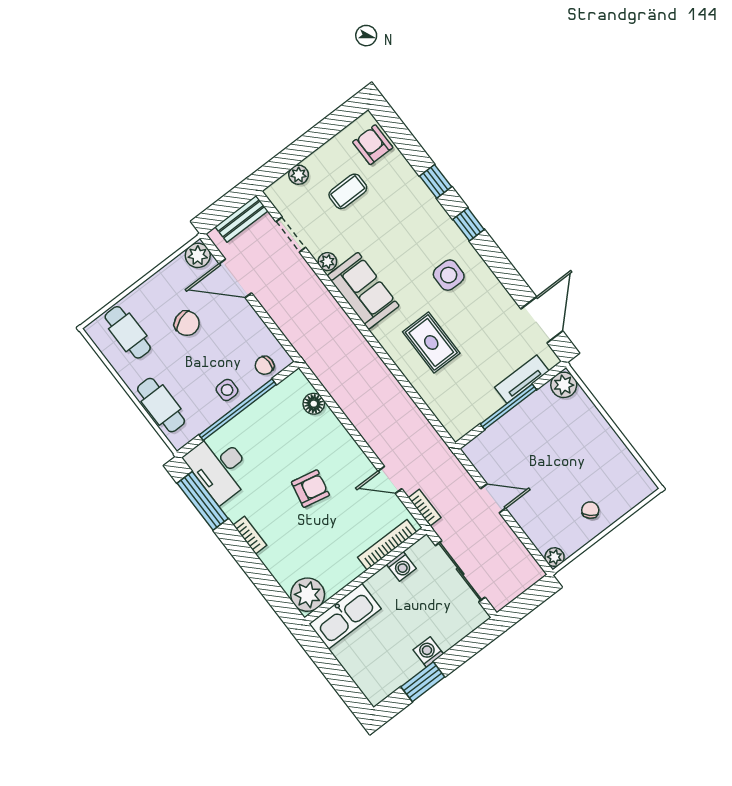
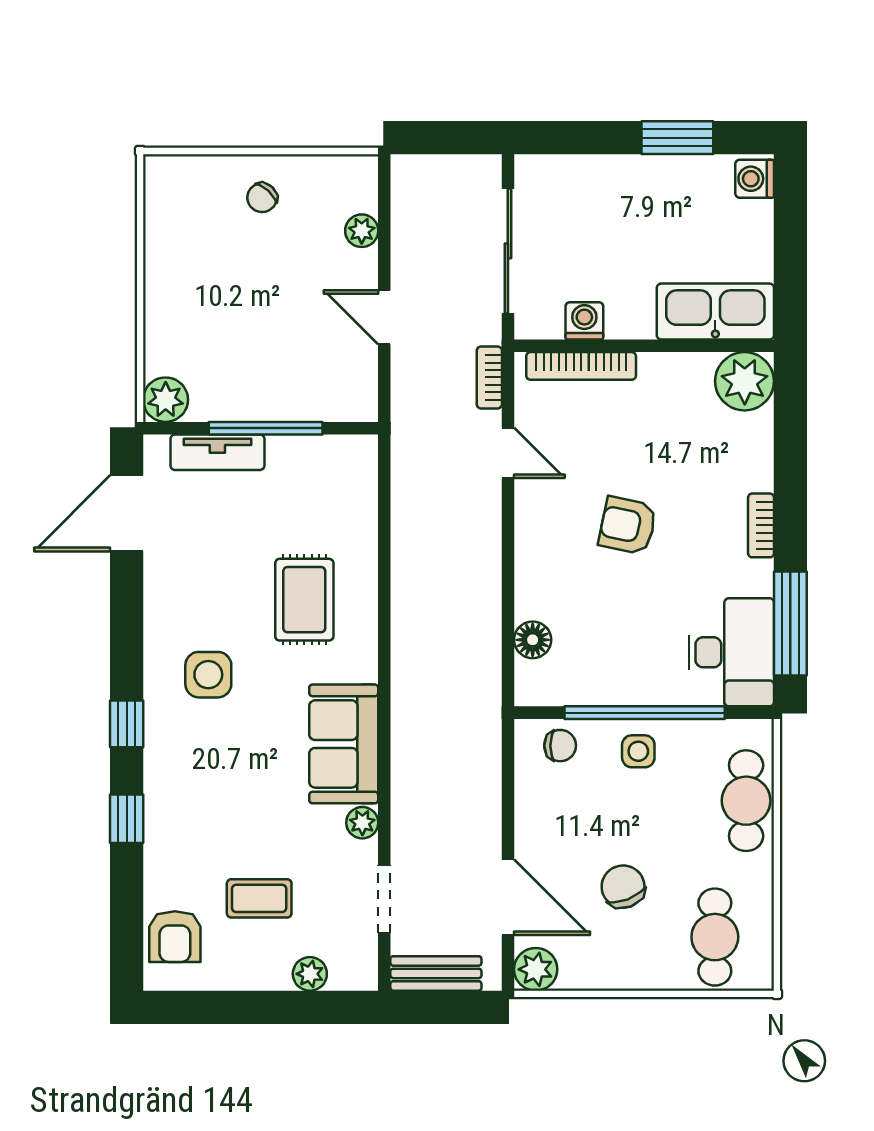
plant: (555, 557) -> (362, 231), moved
washing machine: (428, 652) -> (755, 179), moved, turned 90

